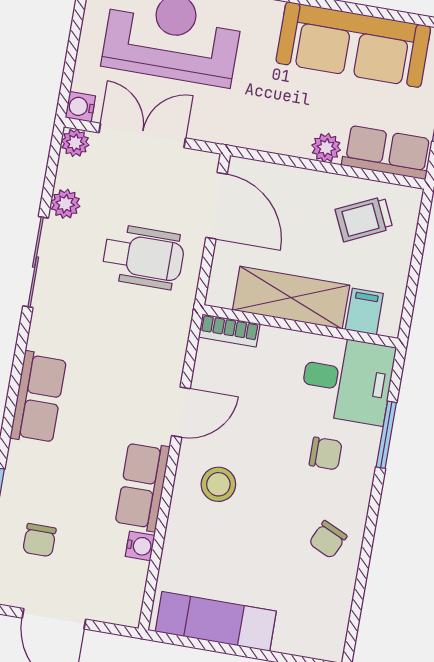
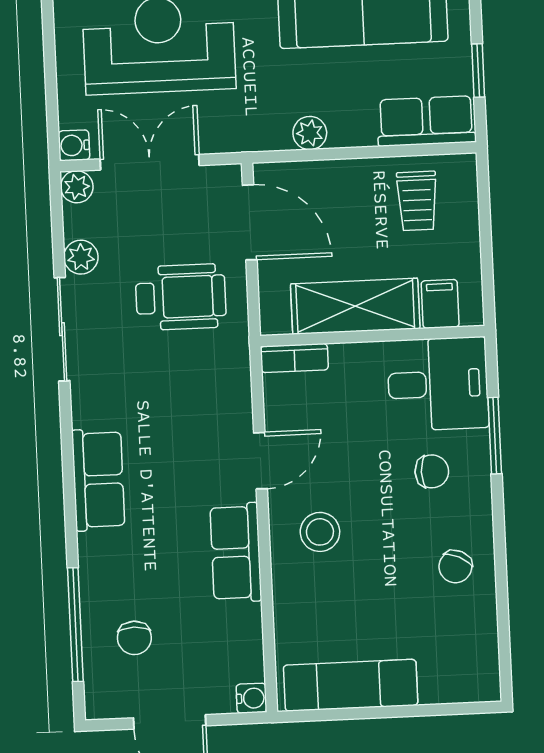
plant: (326, 148) -> (310, 133), moved
trolley: (364, 219) -> (417, 201), turned -65
water cooler: (140, 546) -> (251, 698), moved

